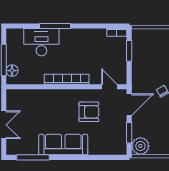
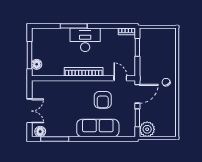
desk: (41, 42) -> (85, 40), moved
armchair: (89, 112) -> (103, 100), turned 90
sofa: (63, 145) -> (98, 128), moved
floor lamp: (16, 149) -> (40, 132), added

